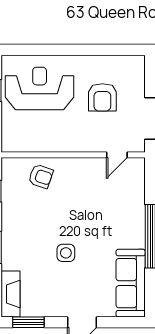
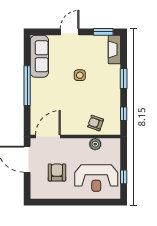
plant: (41, 143) -> (95, 144), added
door: (117, 155) -> (48, 137), width x1.88

